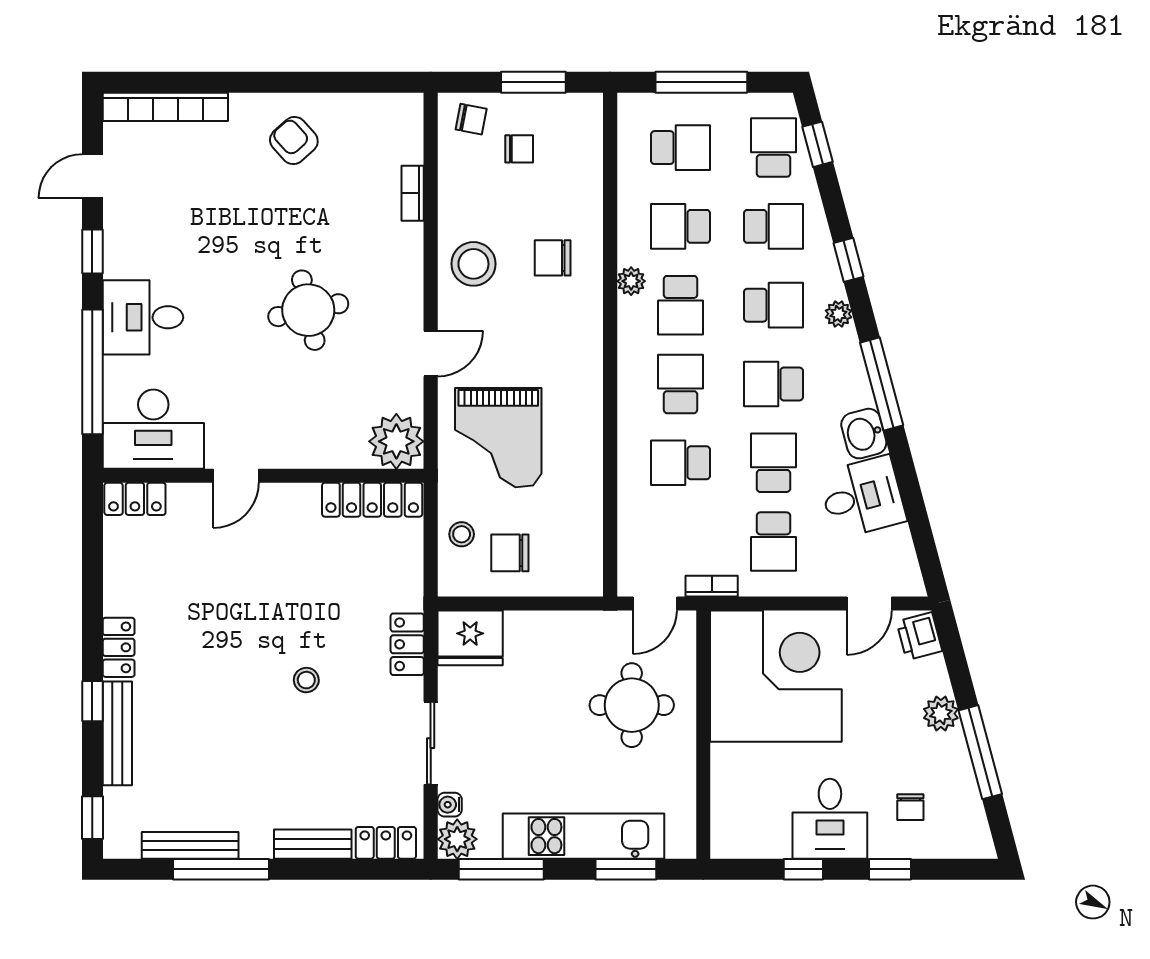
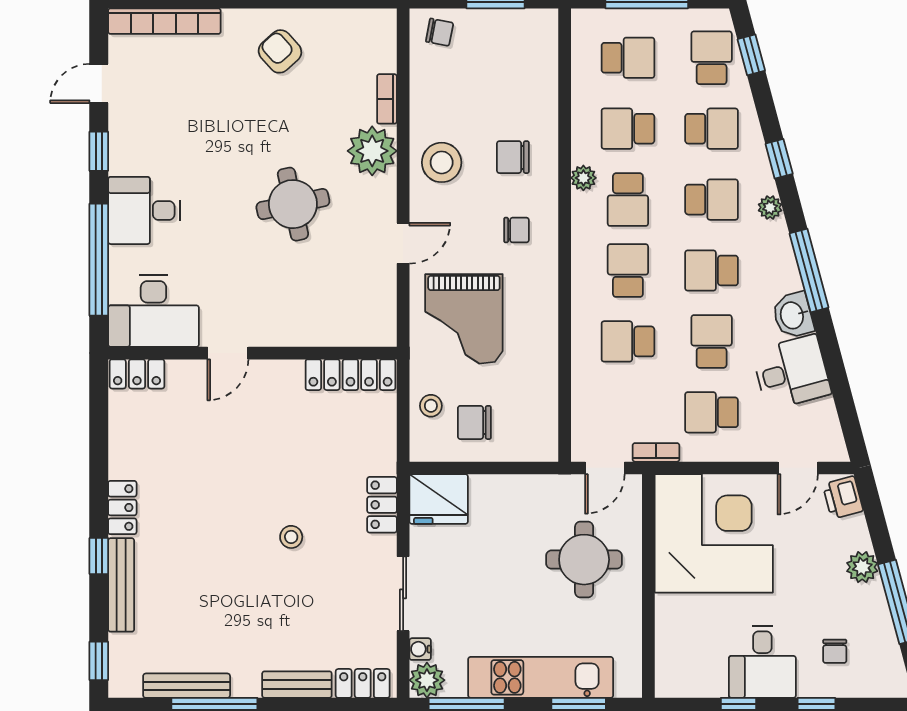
chair: (519, 149) -> (517, 230), moved
plant: (396, 441) -> (372, 151), moved
school desk: (773, 542) -> (712, 412), turned 90

